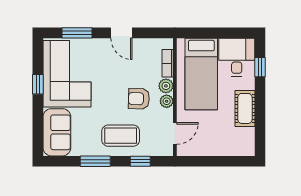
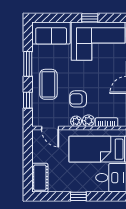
window: (260, 67) -> (78, 196), moved
armchair: (139, 99) -> (78, 99), turned -92
cot: (245, 108) -> (40, 178), moved, turned 90

